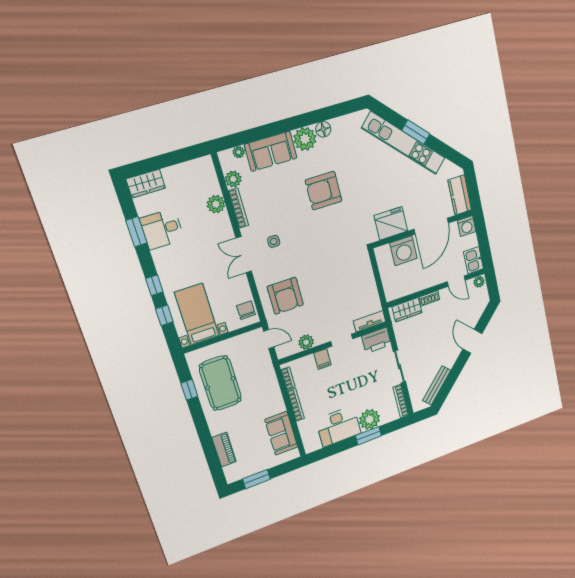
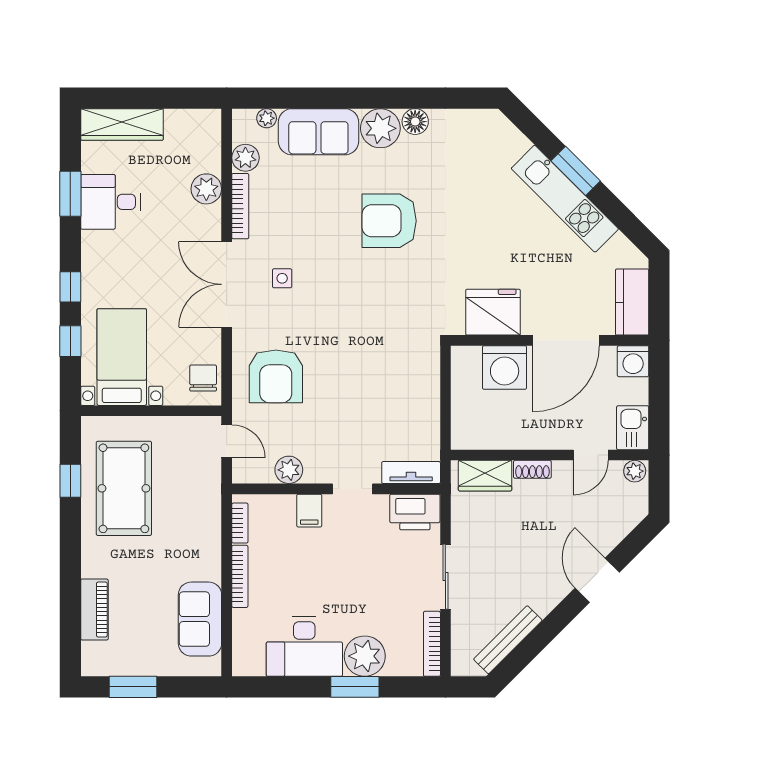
kitchen unit: (404, 143) -> (565, 199), width x0.73
wardrobe: (146, 184) -> (122, 124), width x1.50
double door: (244, 255) -> (227, 284), width x1.37
door: (456, 281) -> (591, 455), hinge flipped

